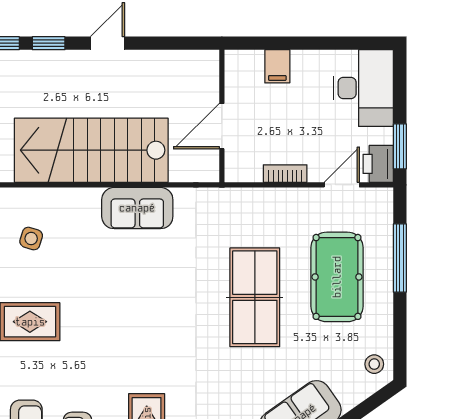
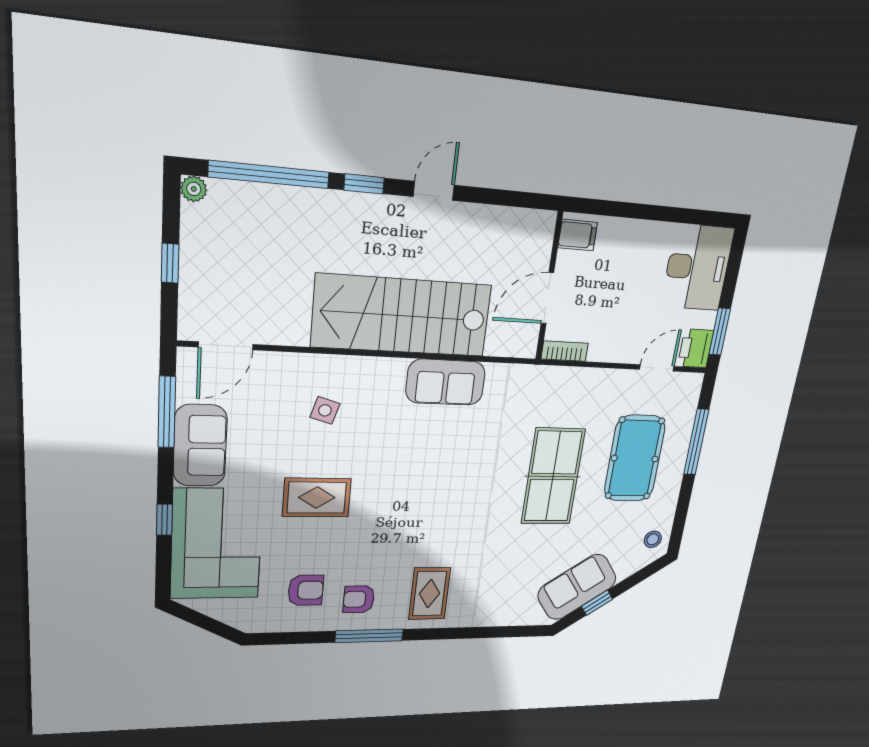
filing cabinet: (277, 66) -> (578, 235), moved, turned -90
bookcase: (285, 174) -> (565, 351), moved

